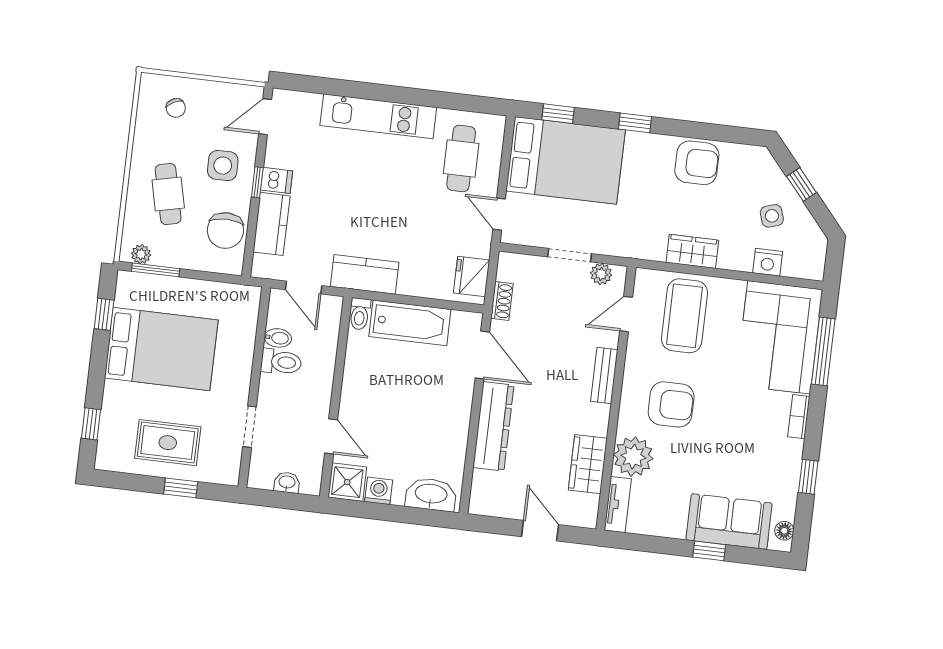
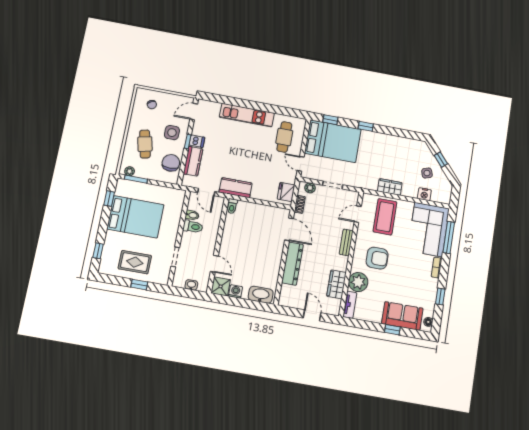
armchair: (697, 163) -> (393, 146), removed
chair: (225, 230) -> (171, 163), turned 180
plant: (601, 274) -> (310, 188), moved
bathtub: (410, 323) -> (256, 212), removed

